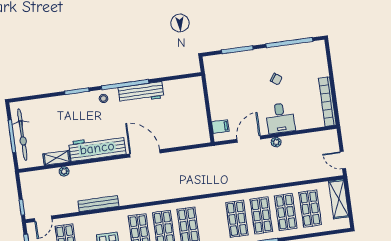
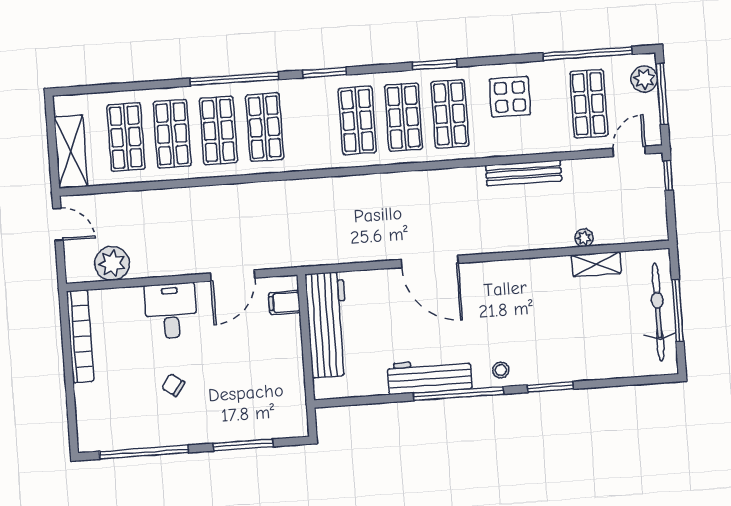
plant: (276, 142) -> (112, 263), moved, width x1.88, depth x1.88
workbench: (97, 148) -> (327, 325), moved, turned -90

